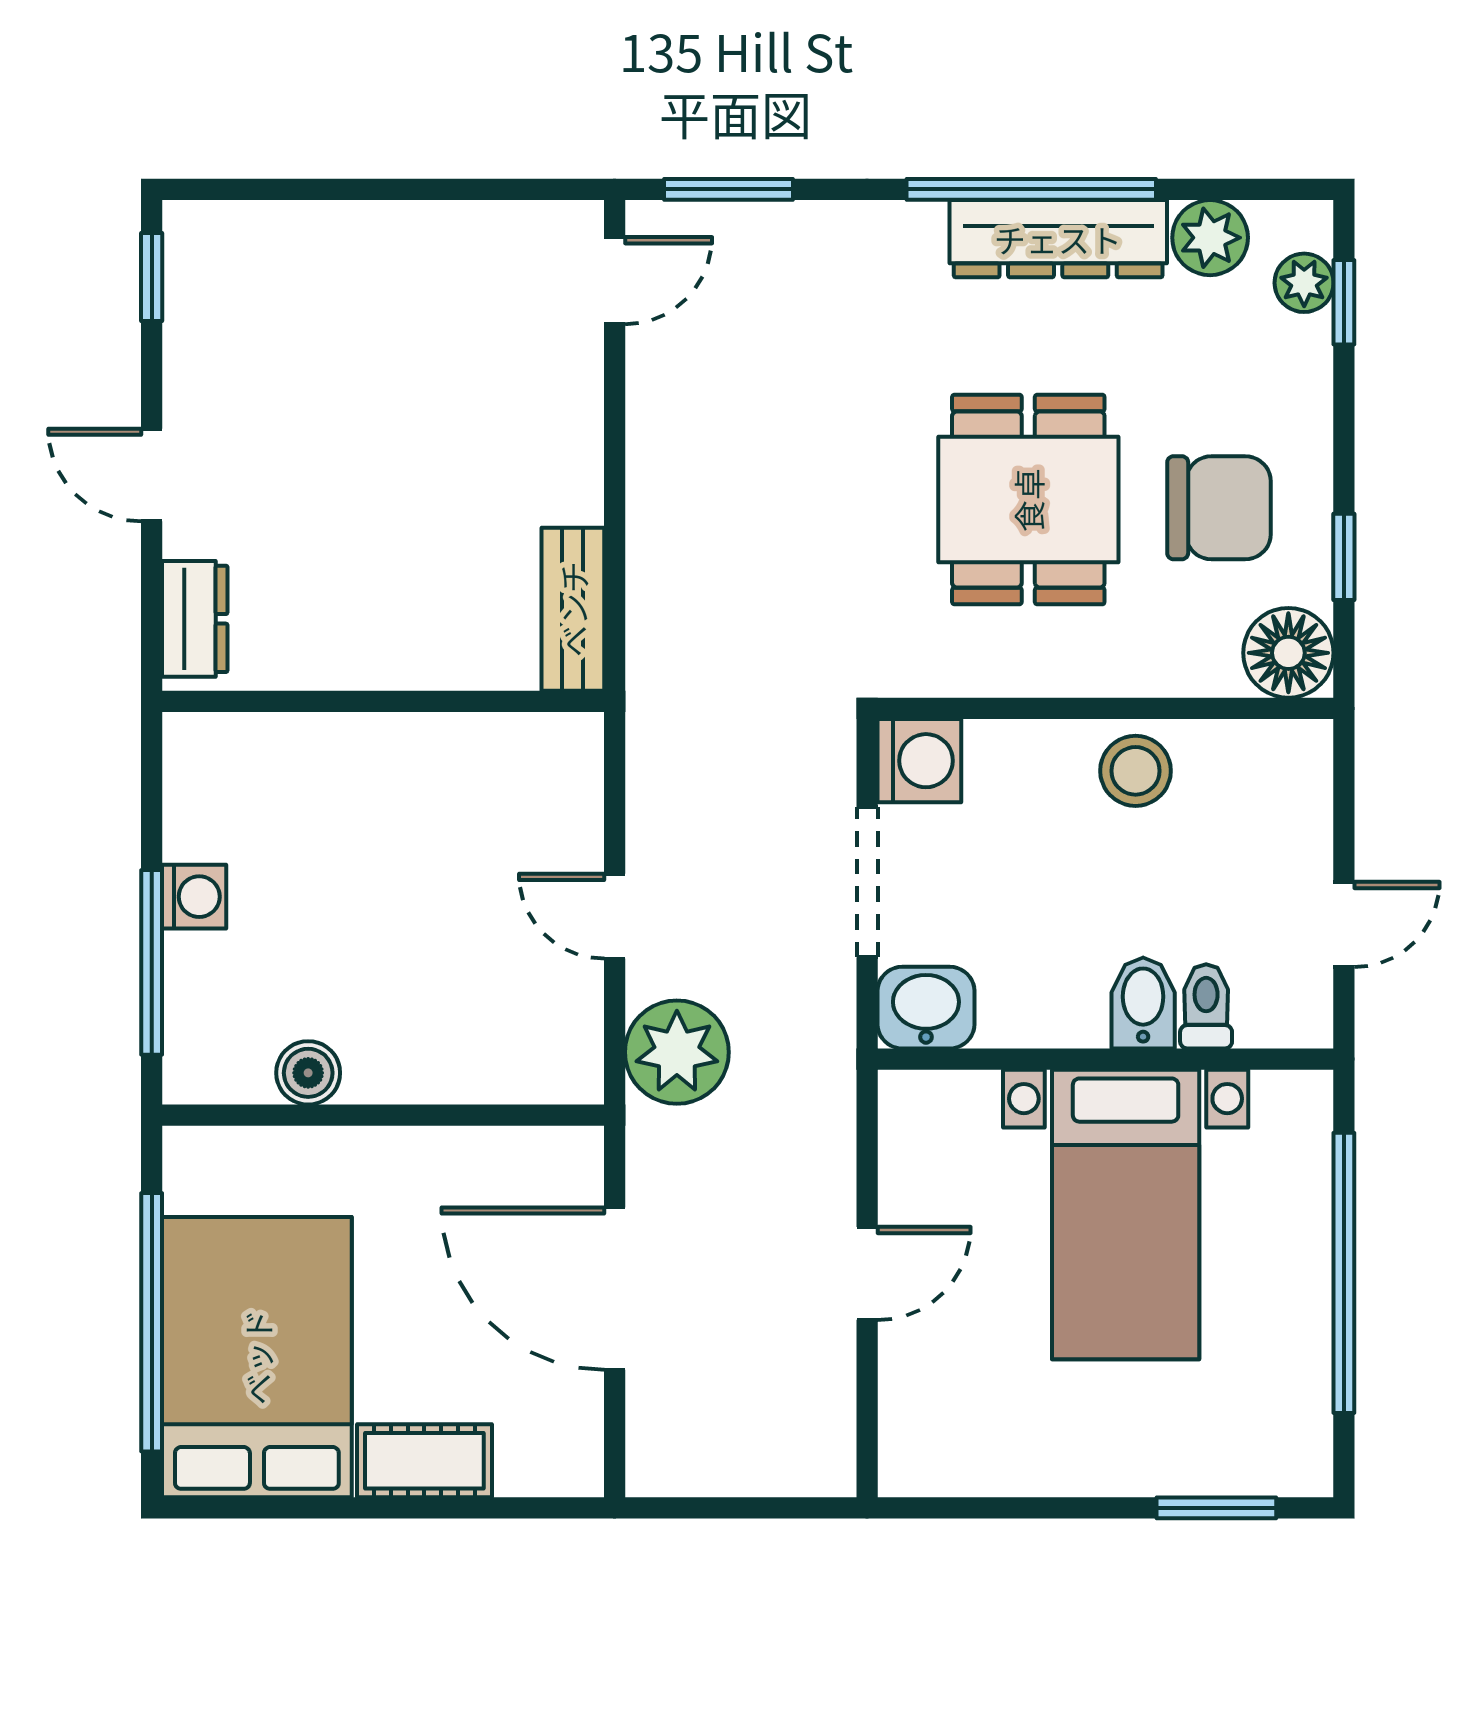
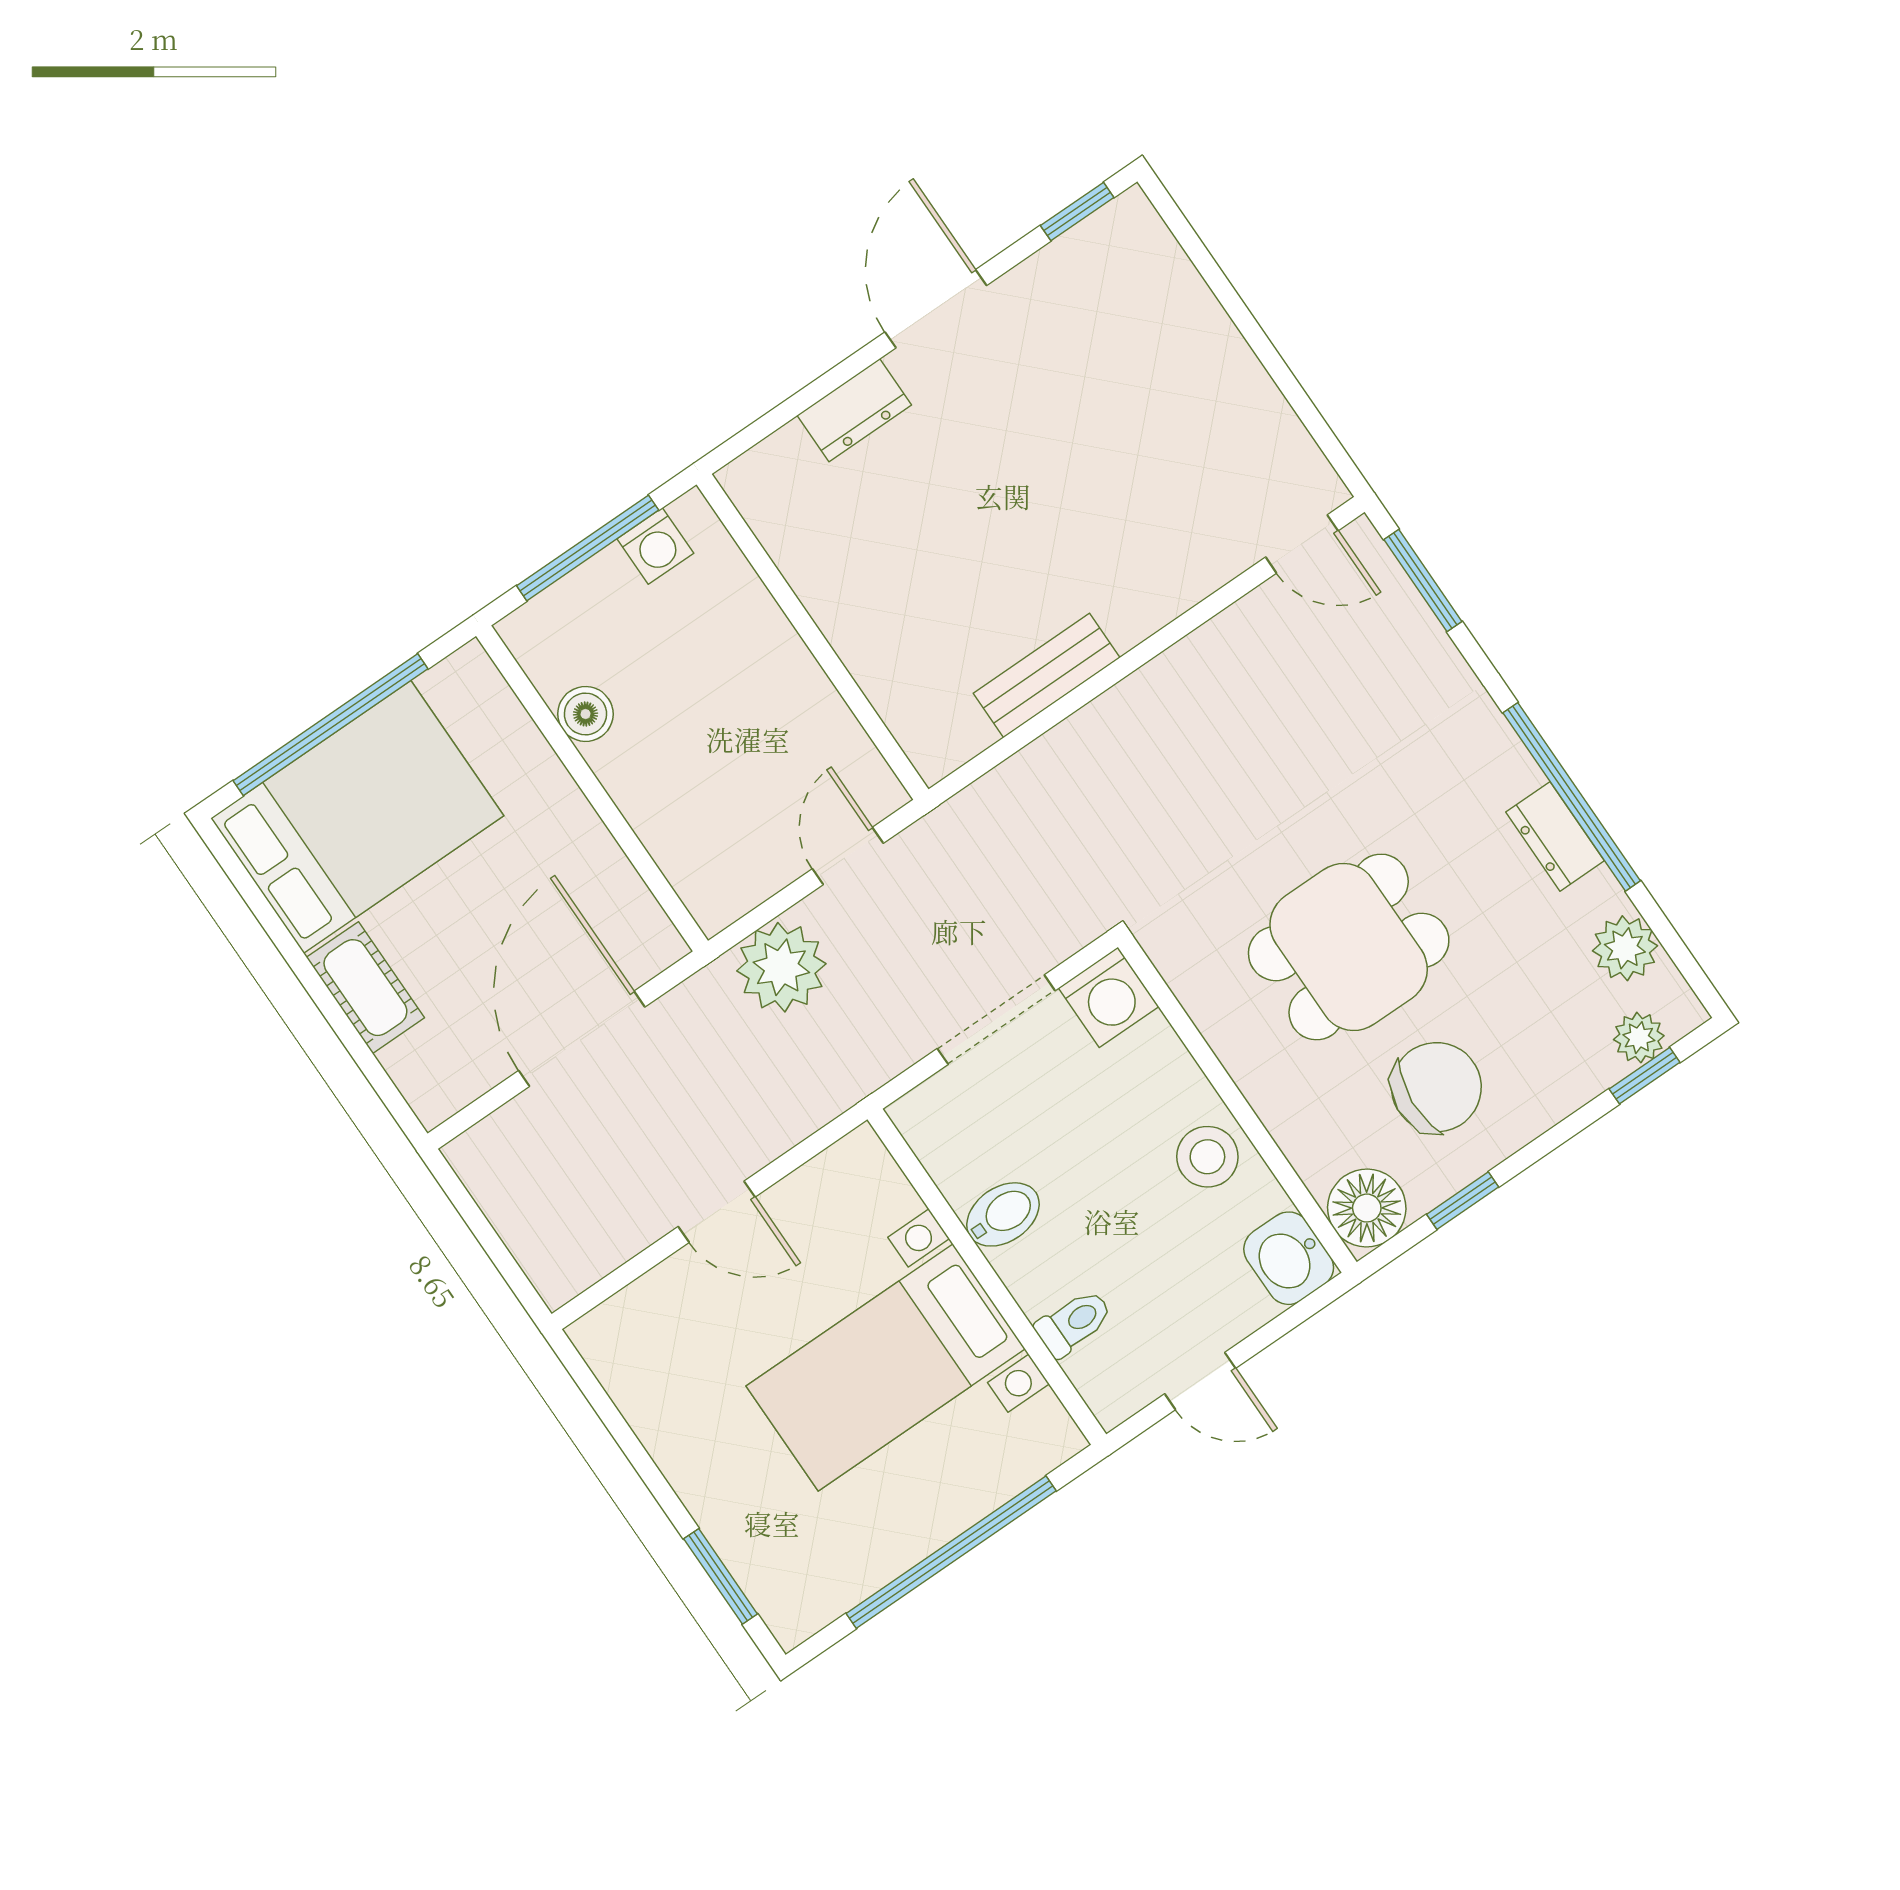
dresser: (1058, 239) -> (1555, 836), width x0.51, depth x0.80
door: (152, 475) -> (936, 309), width x1.38
chair: (1219, 508) -> (1436, 1087), turned -86
wall: (383, 701) -> (812, 637), moved
bidet: (1143, 1003) -> (1003, 1214), moved
washbasin: (926, 1008) -> (1289, 1258), moved, turned 180

